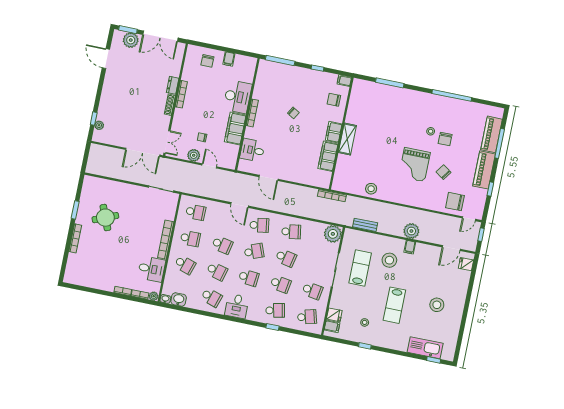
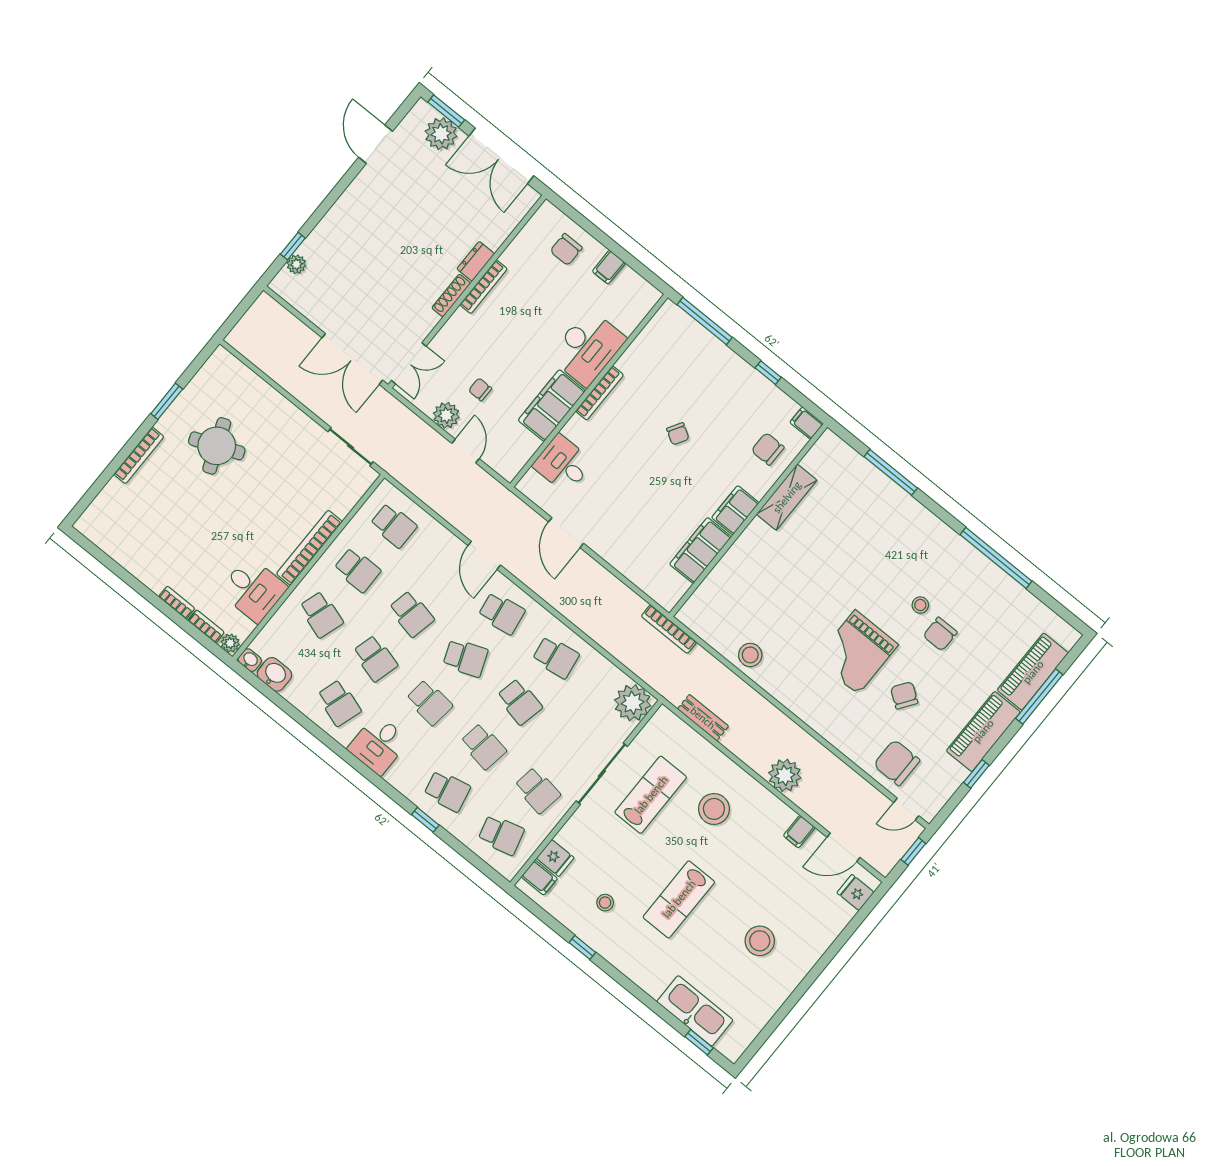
shelving: (347, 139) -> (787, 497), moved
filing cabinet: (410, 247) -> (799, 832), moved

